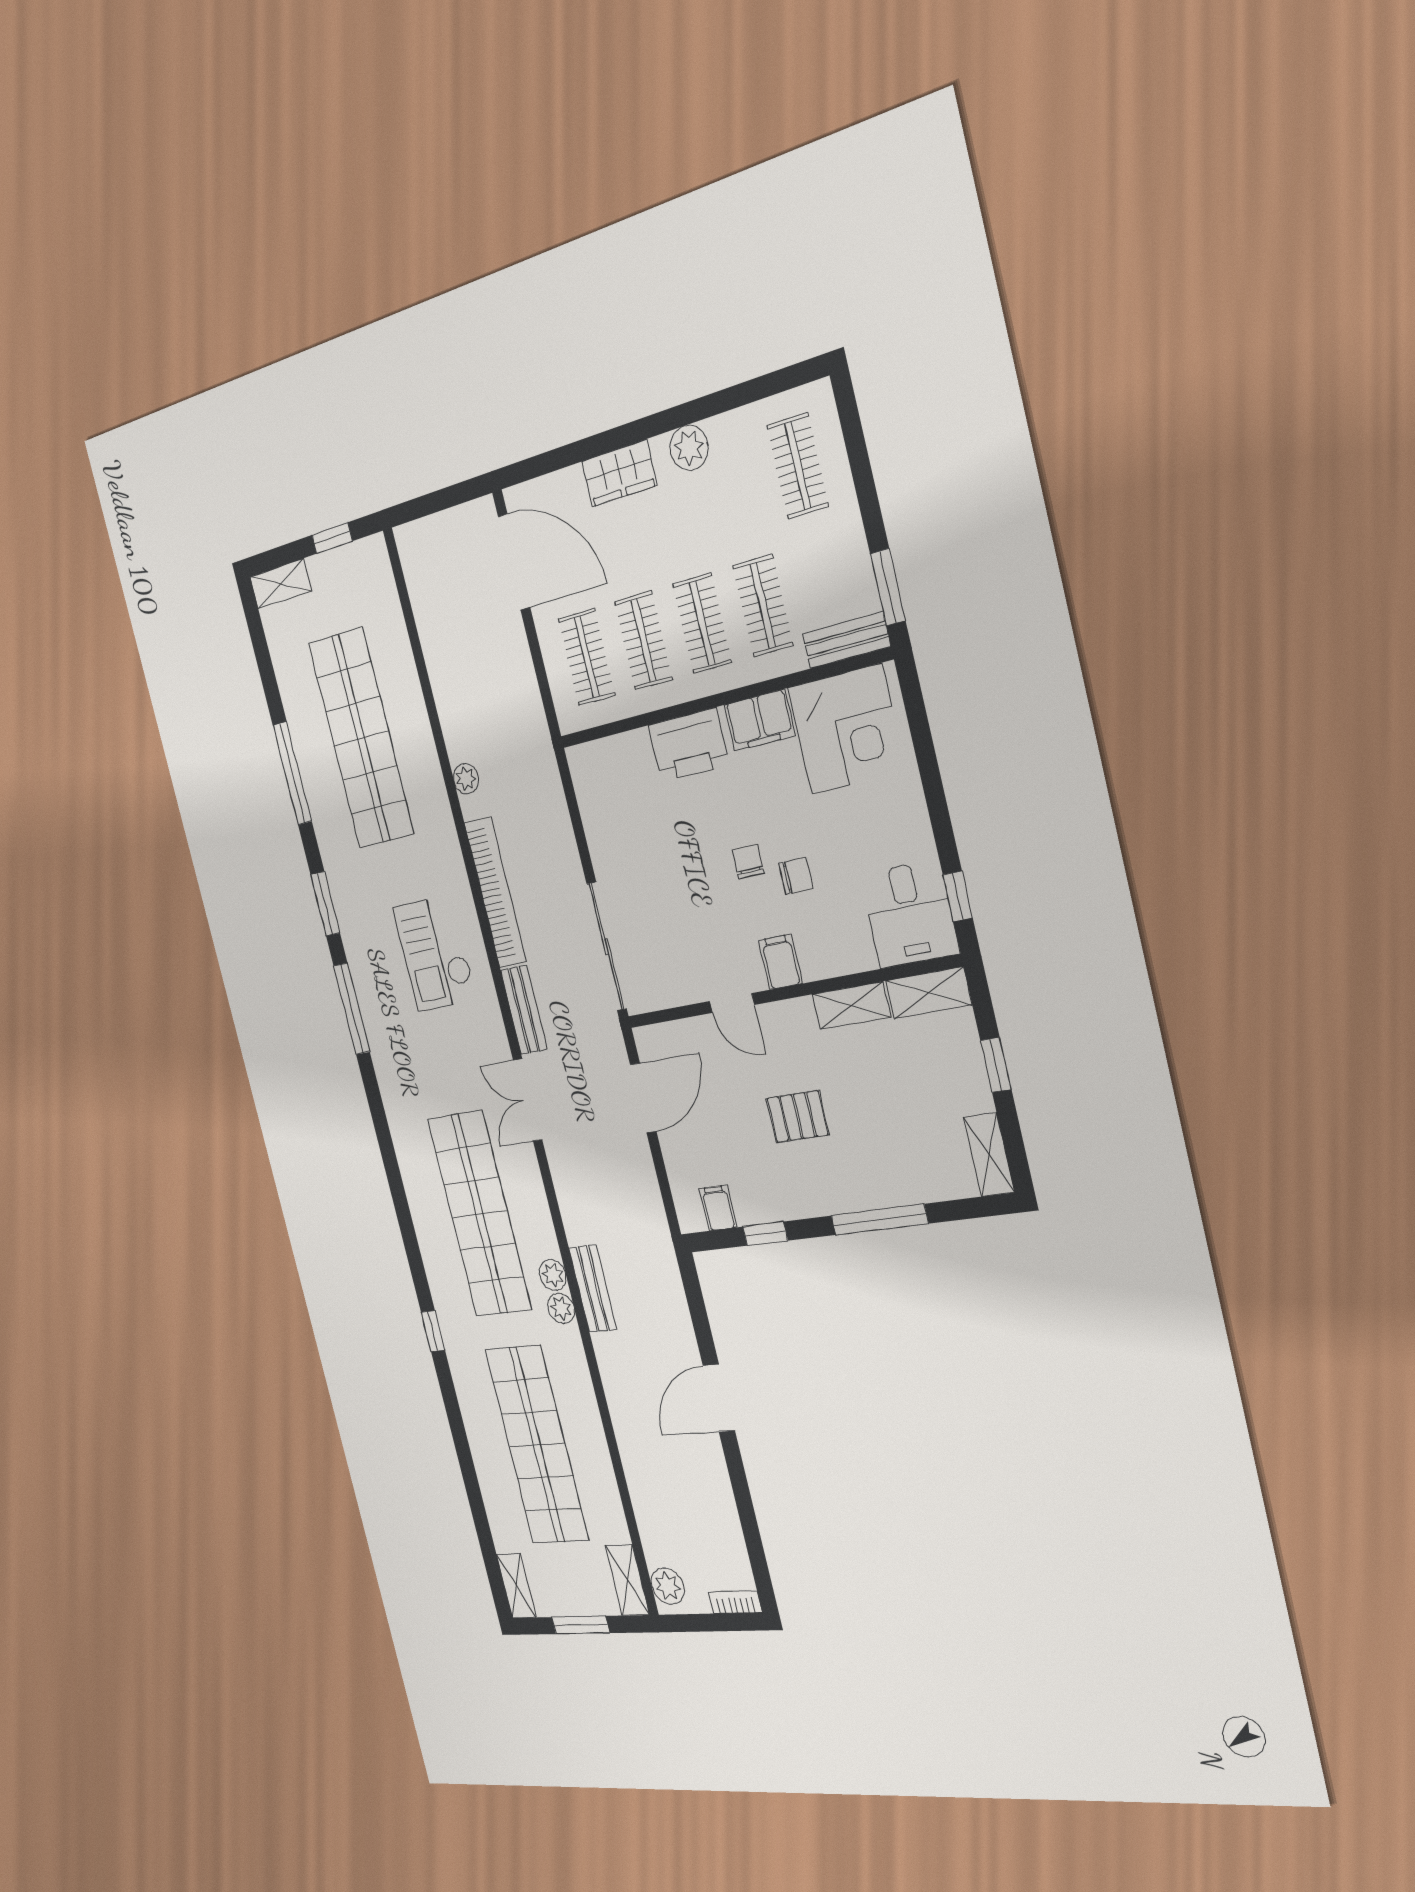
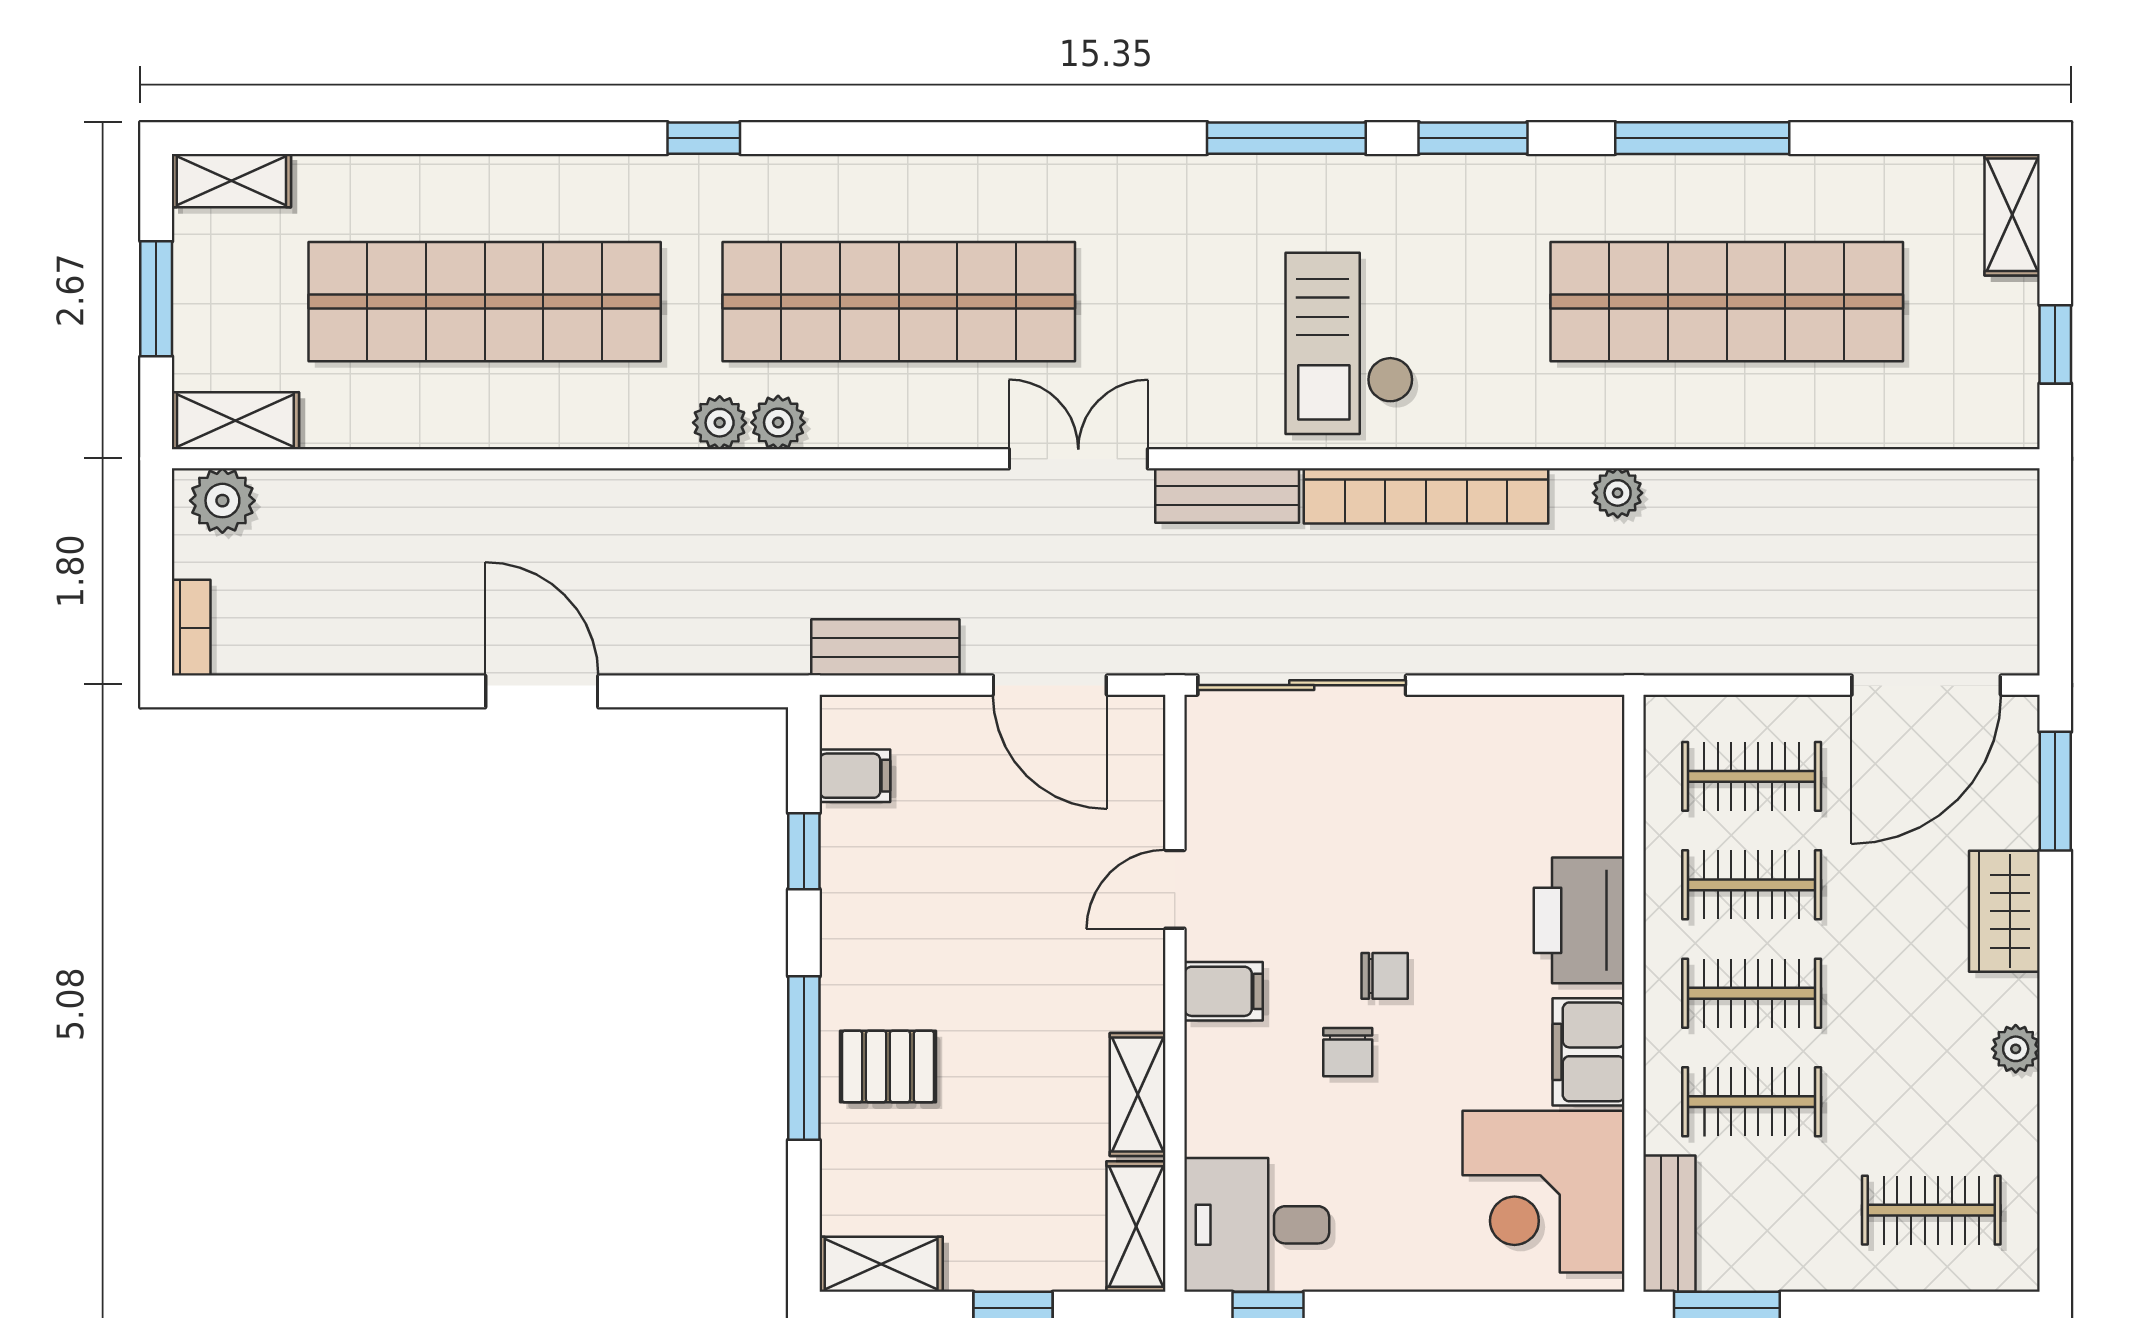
plant: (689, 448) -> (2016, 1049), width x0.73, depth x0.73
window: (548, 462) -> (2055, 791), added
checkout: (435, 953) -> (1349, 343), turned -90
pallet: (798, 1117) -> (888, 1067), moved, turned 90
bench: (593, 1289) -> (885, 647), moved

